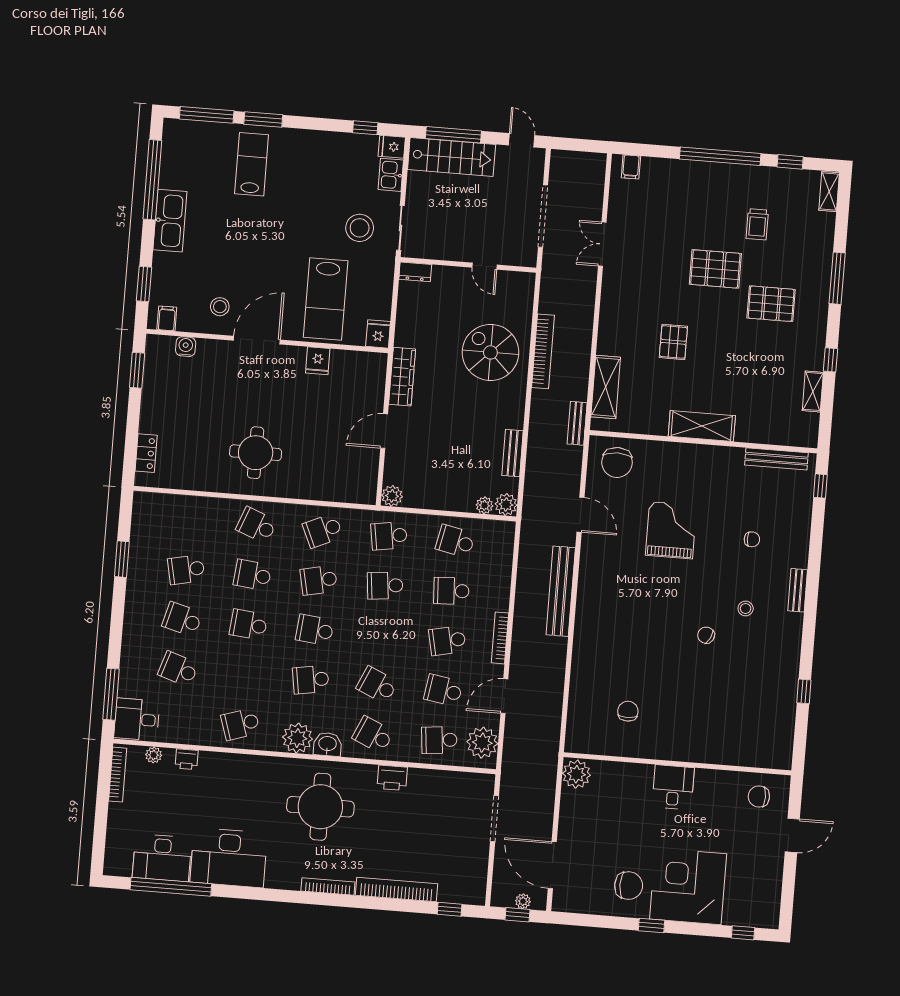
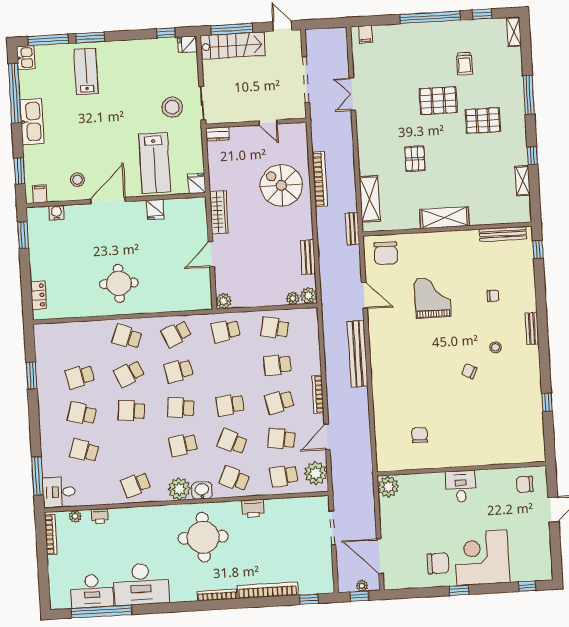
kitchen sink: (391, 175) -> (26, 58), moved, turned 180
school desk: (252, 575) -> (129, 374), turned -30
school desk: (385, 586) -> (230, 405), moved

